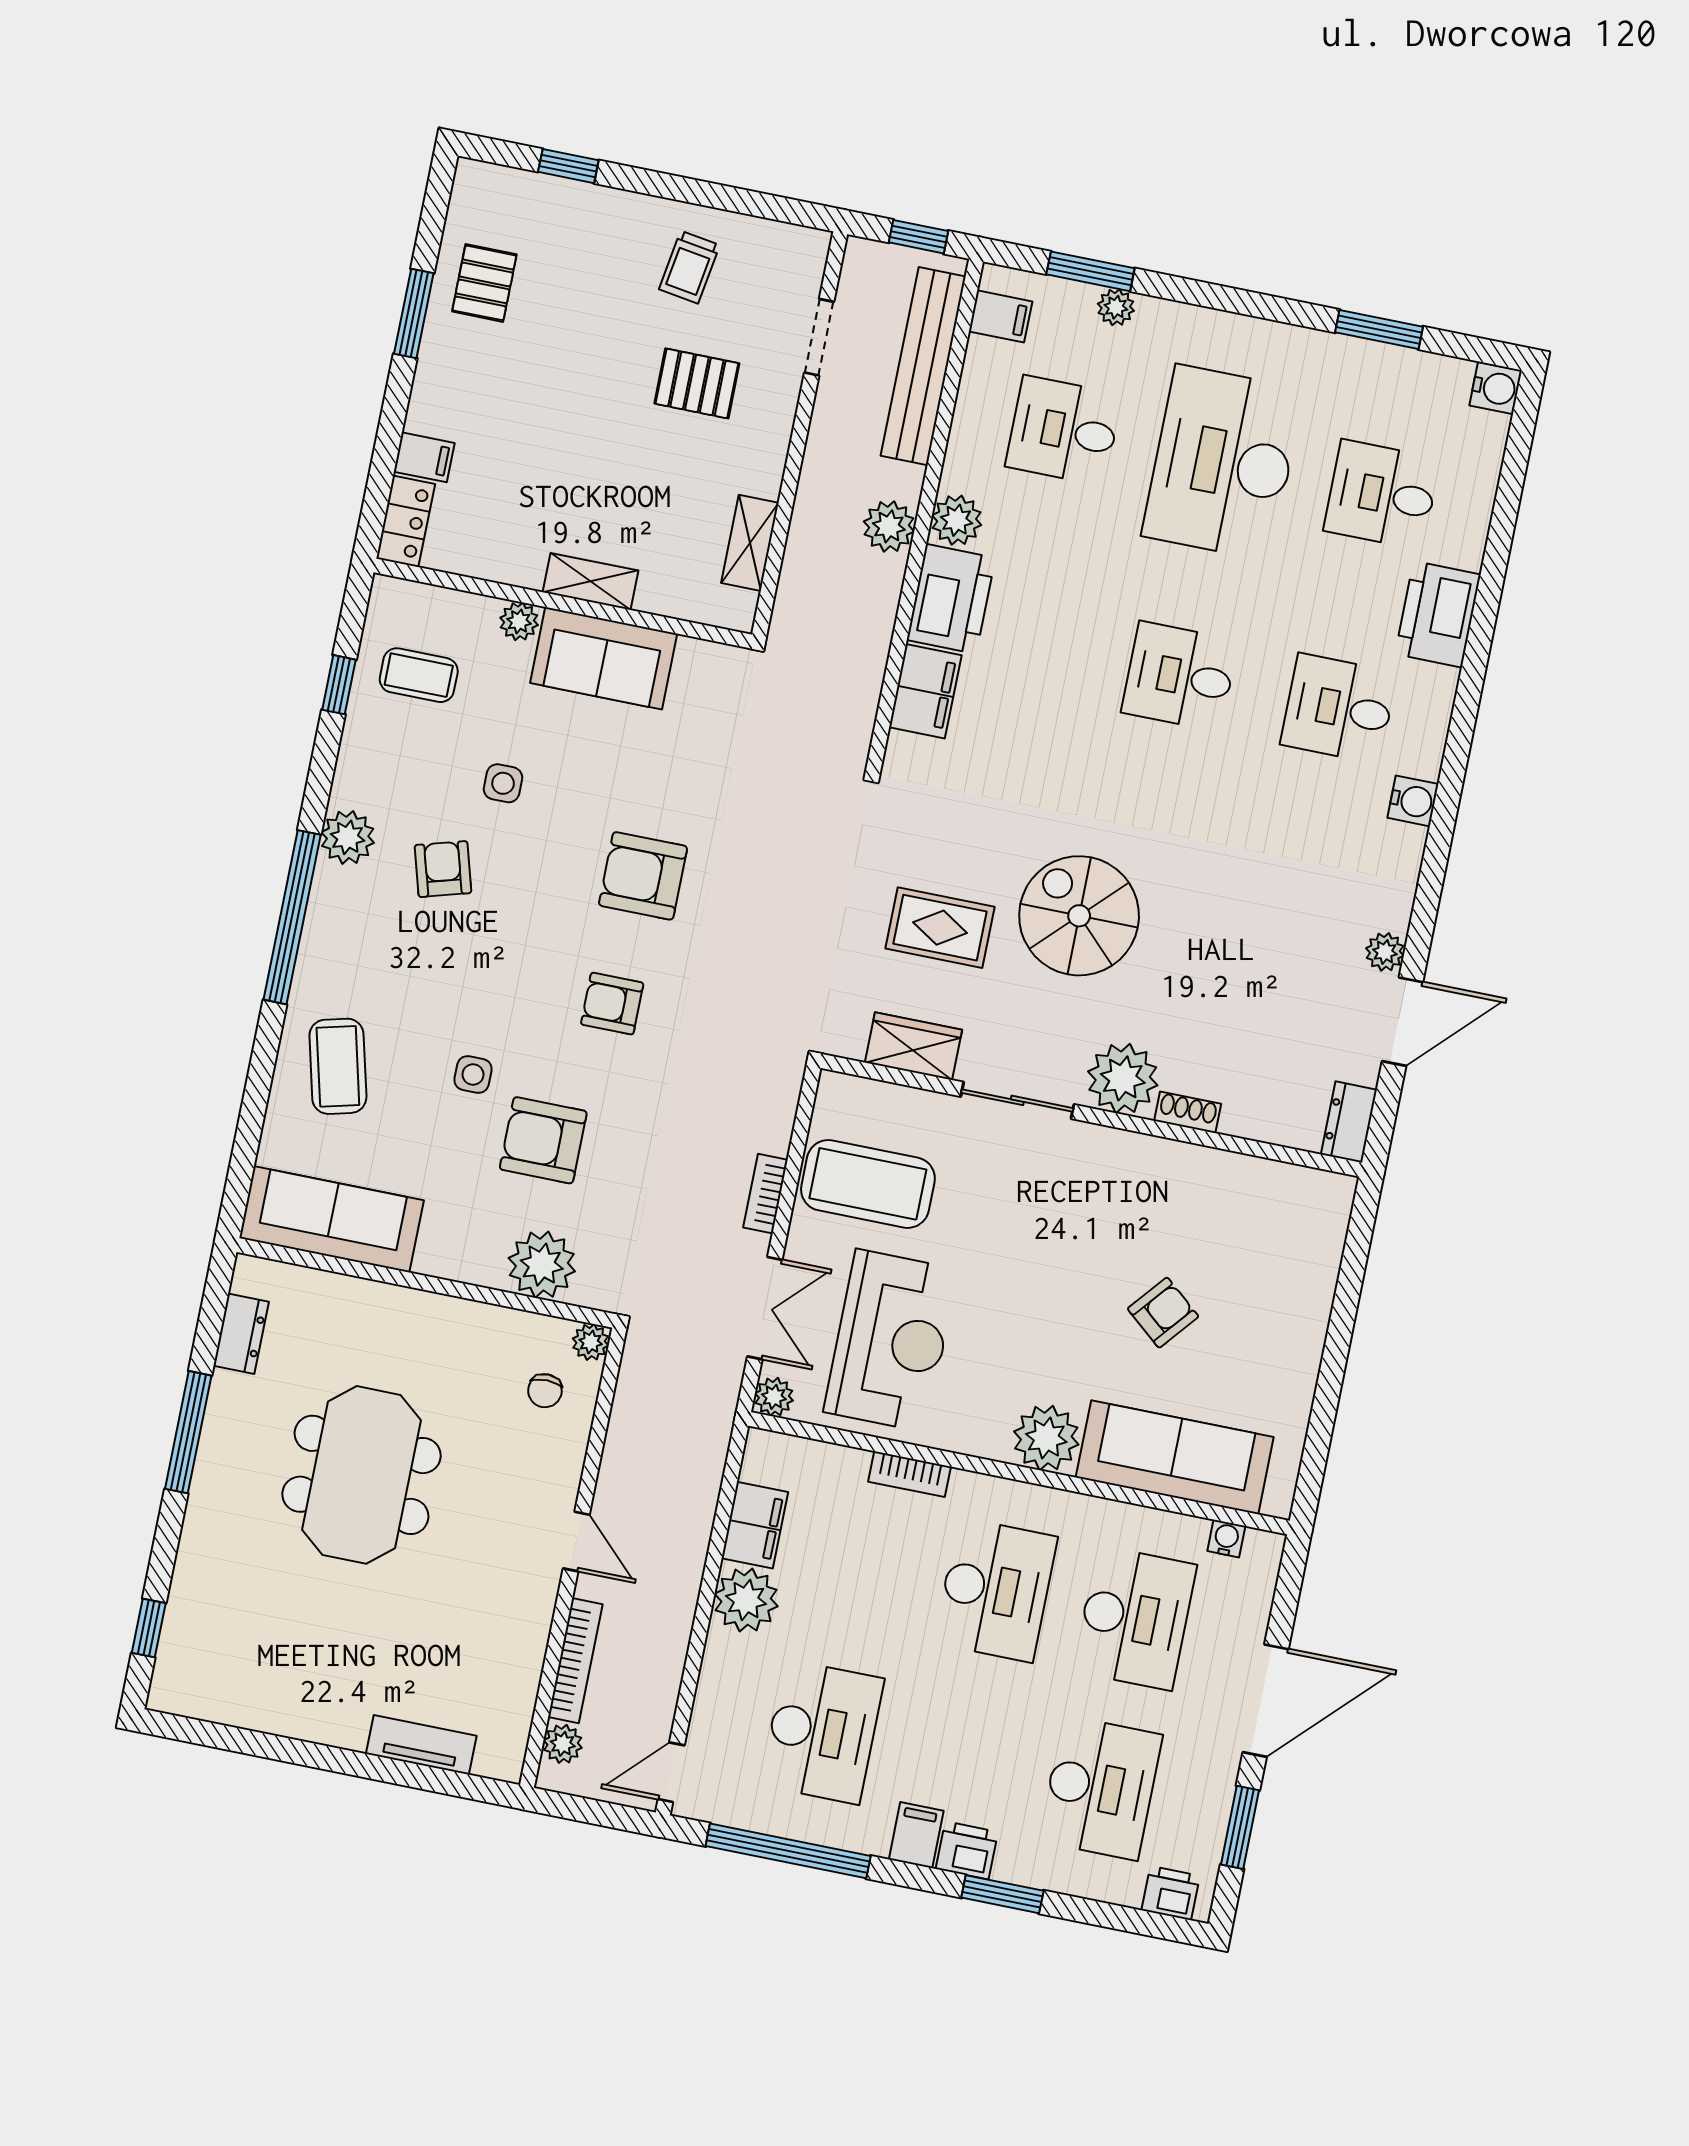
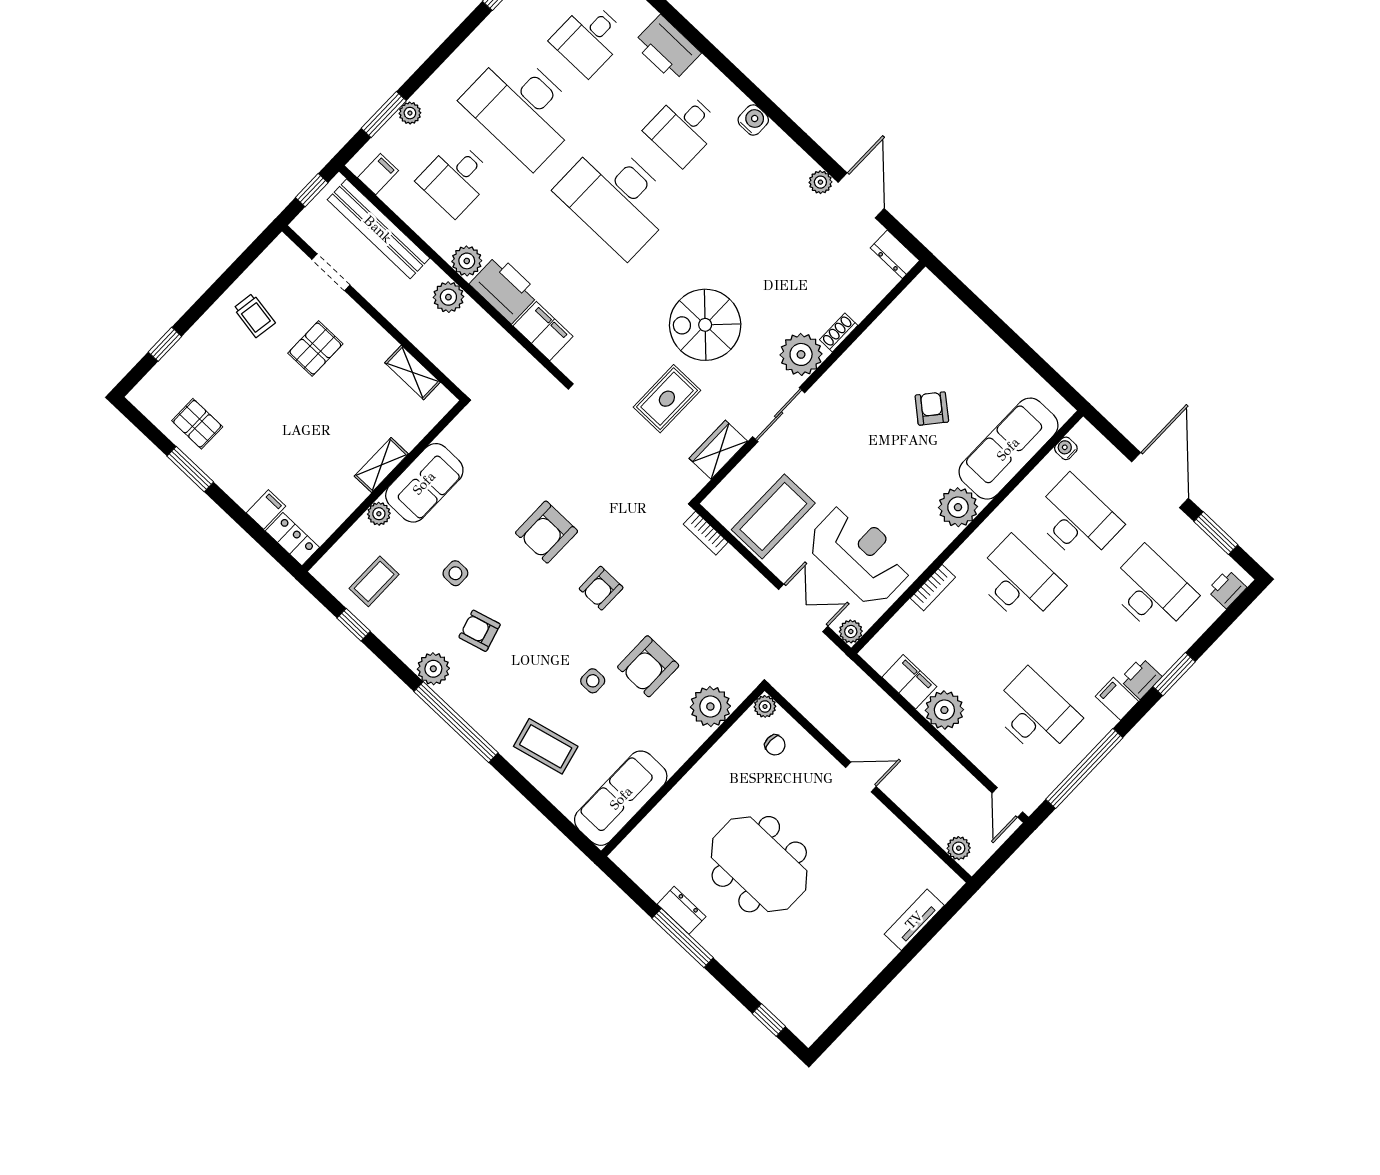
desk: (1180, 676) -> (616, 198), width x1.87, depth x1.30
bookcase: (765, 1194) -> (706, 533), moved
dresser: (241, 1334) -> (682, 910), moved
bookcase: (575, 1661) -> (921, 815), removed

